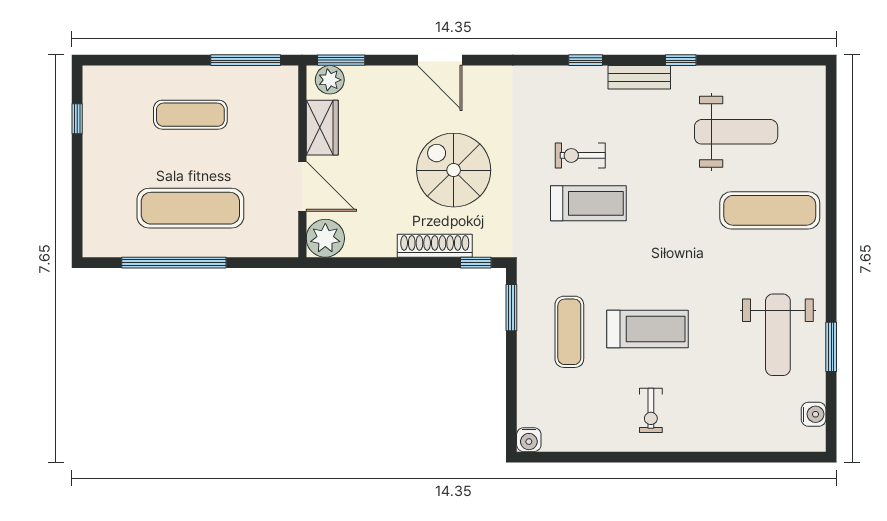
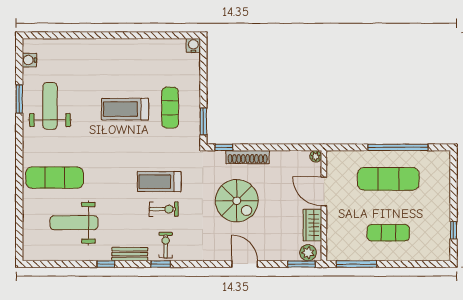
plant: (325, 238) -> (316, 156), width x0.53, depth x0.53
exercise bike: (651, 410) -> (166, 245), moved

